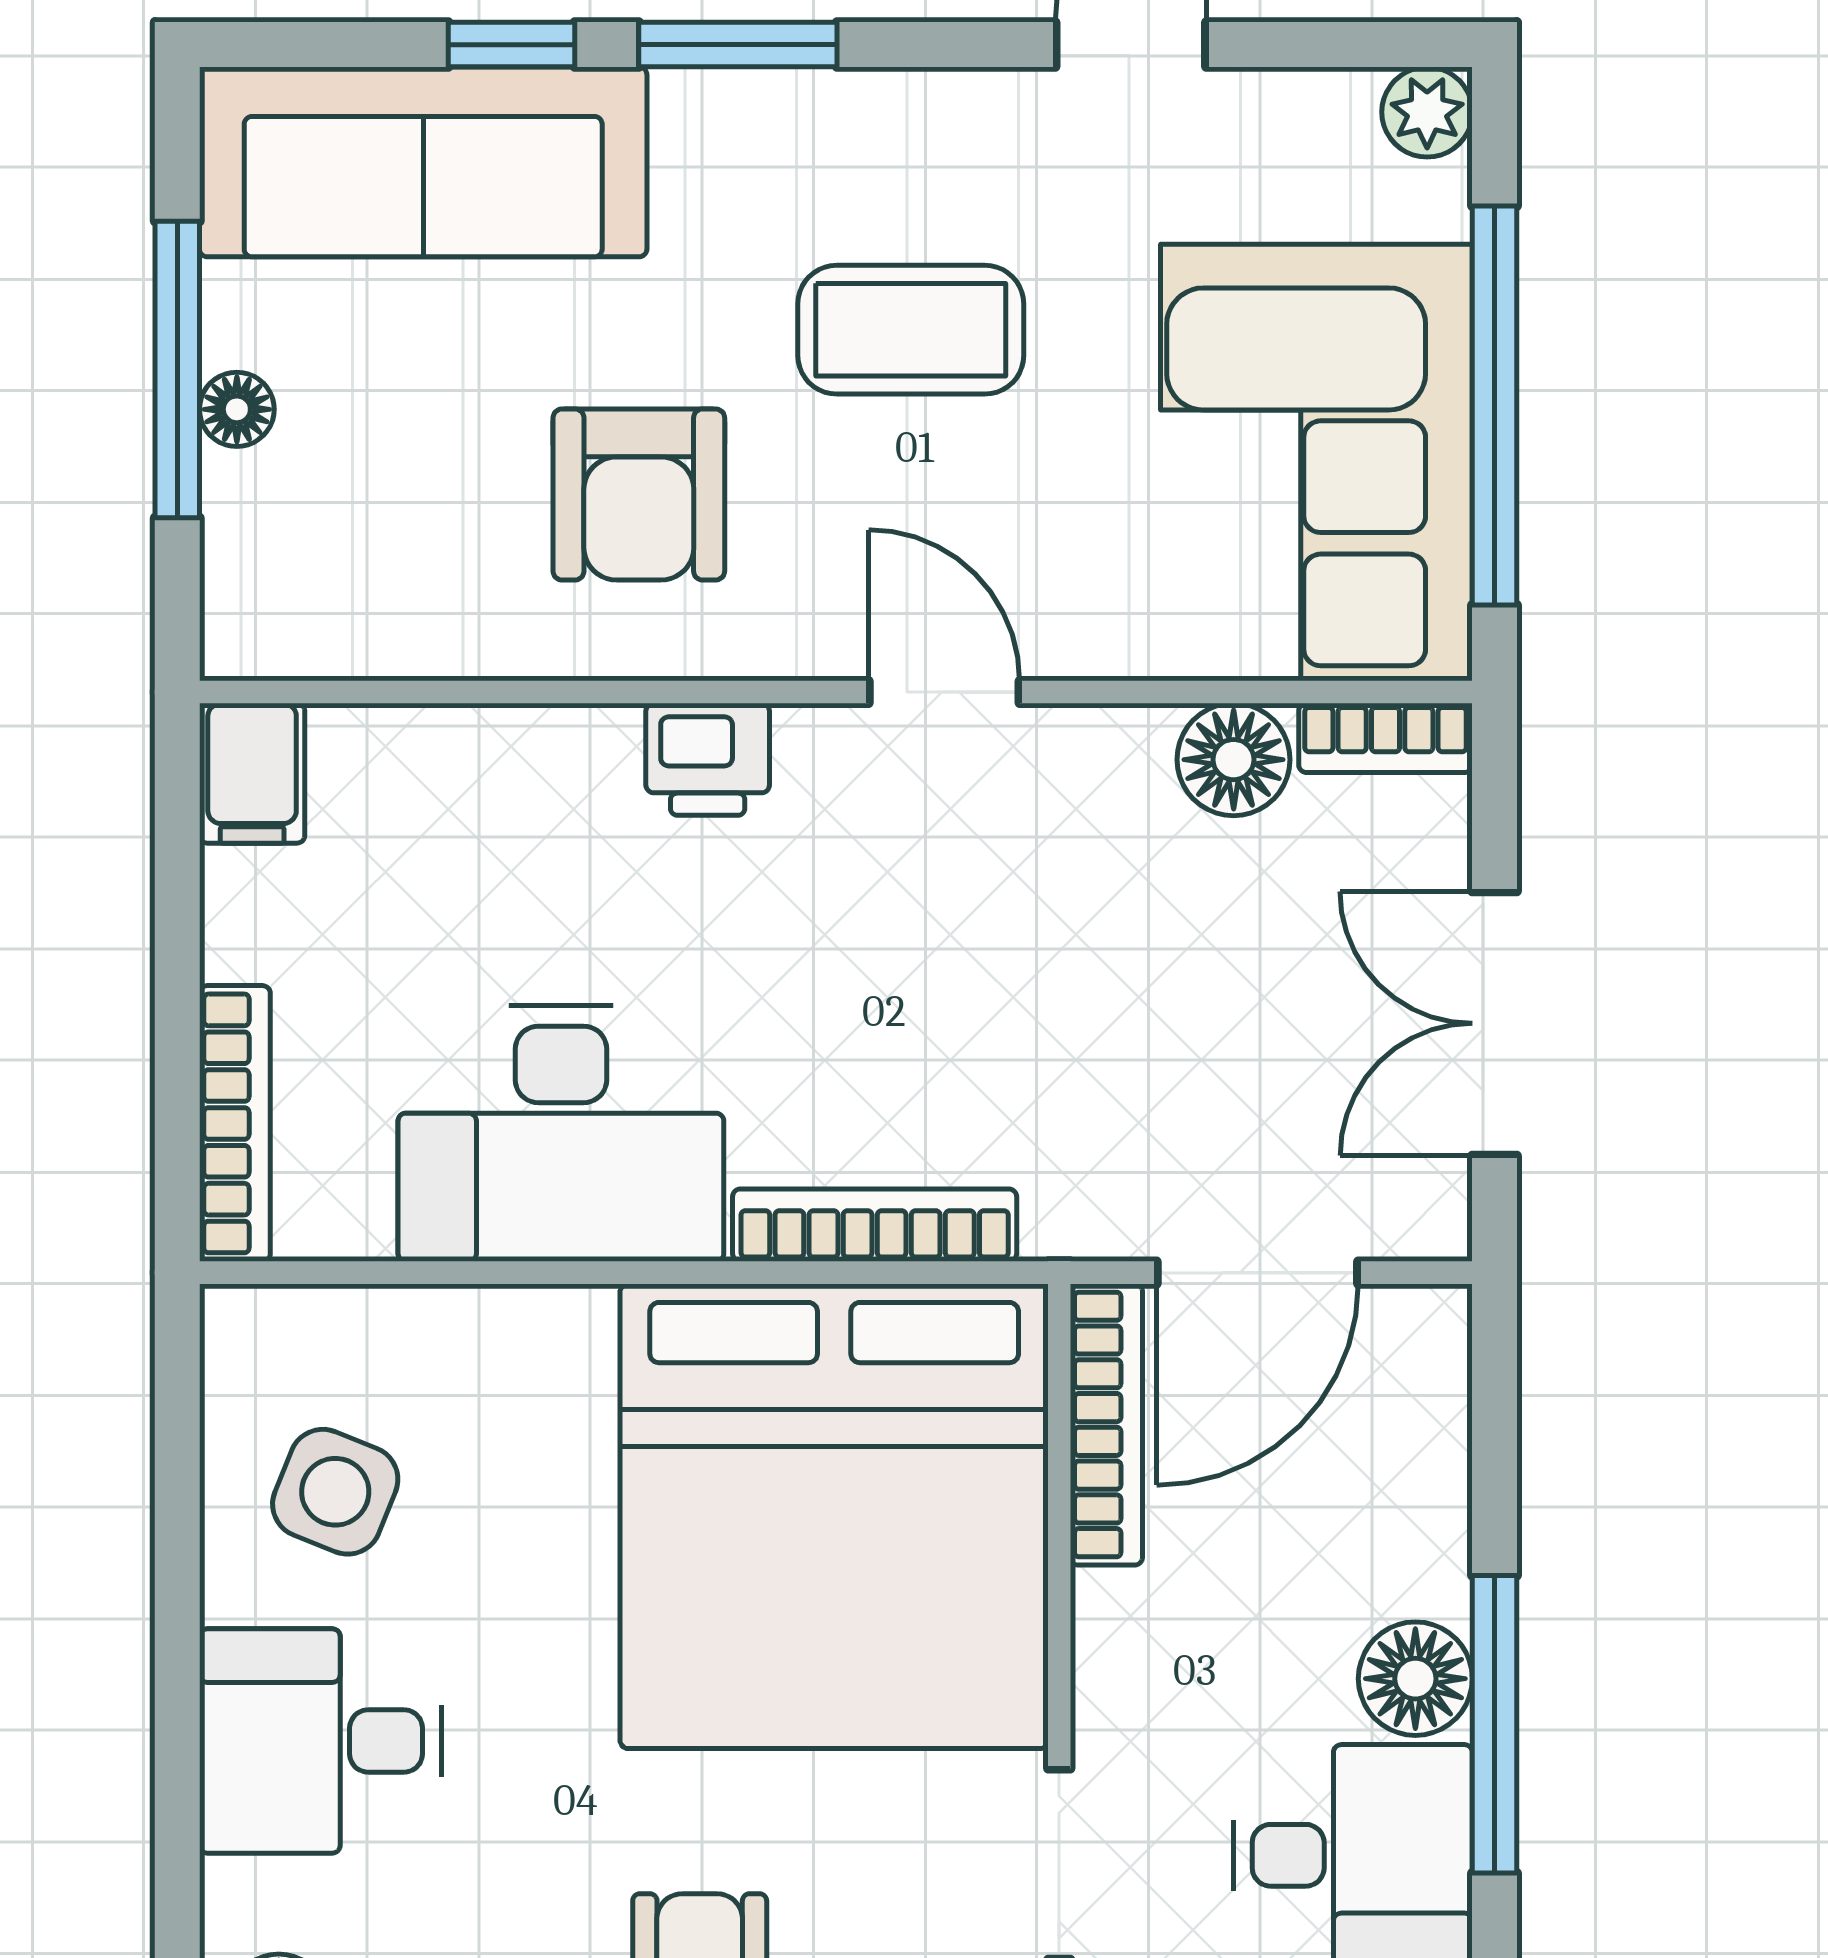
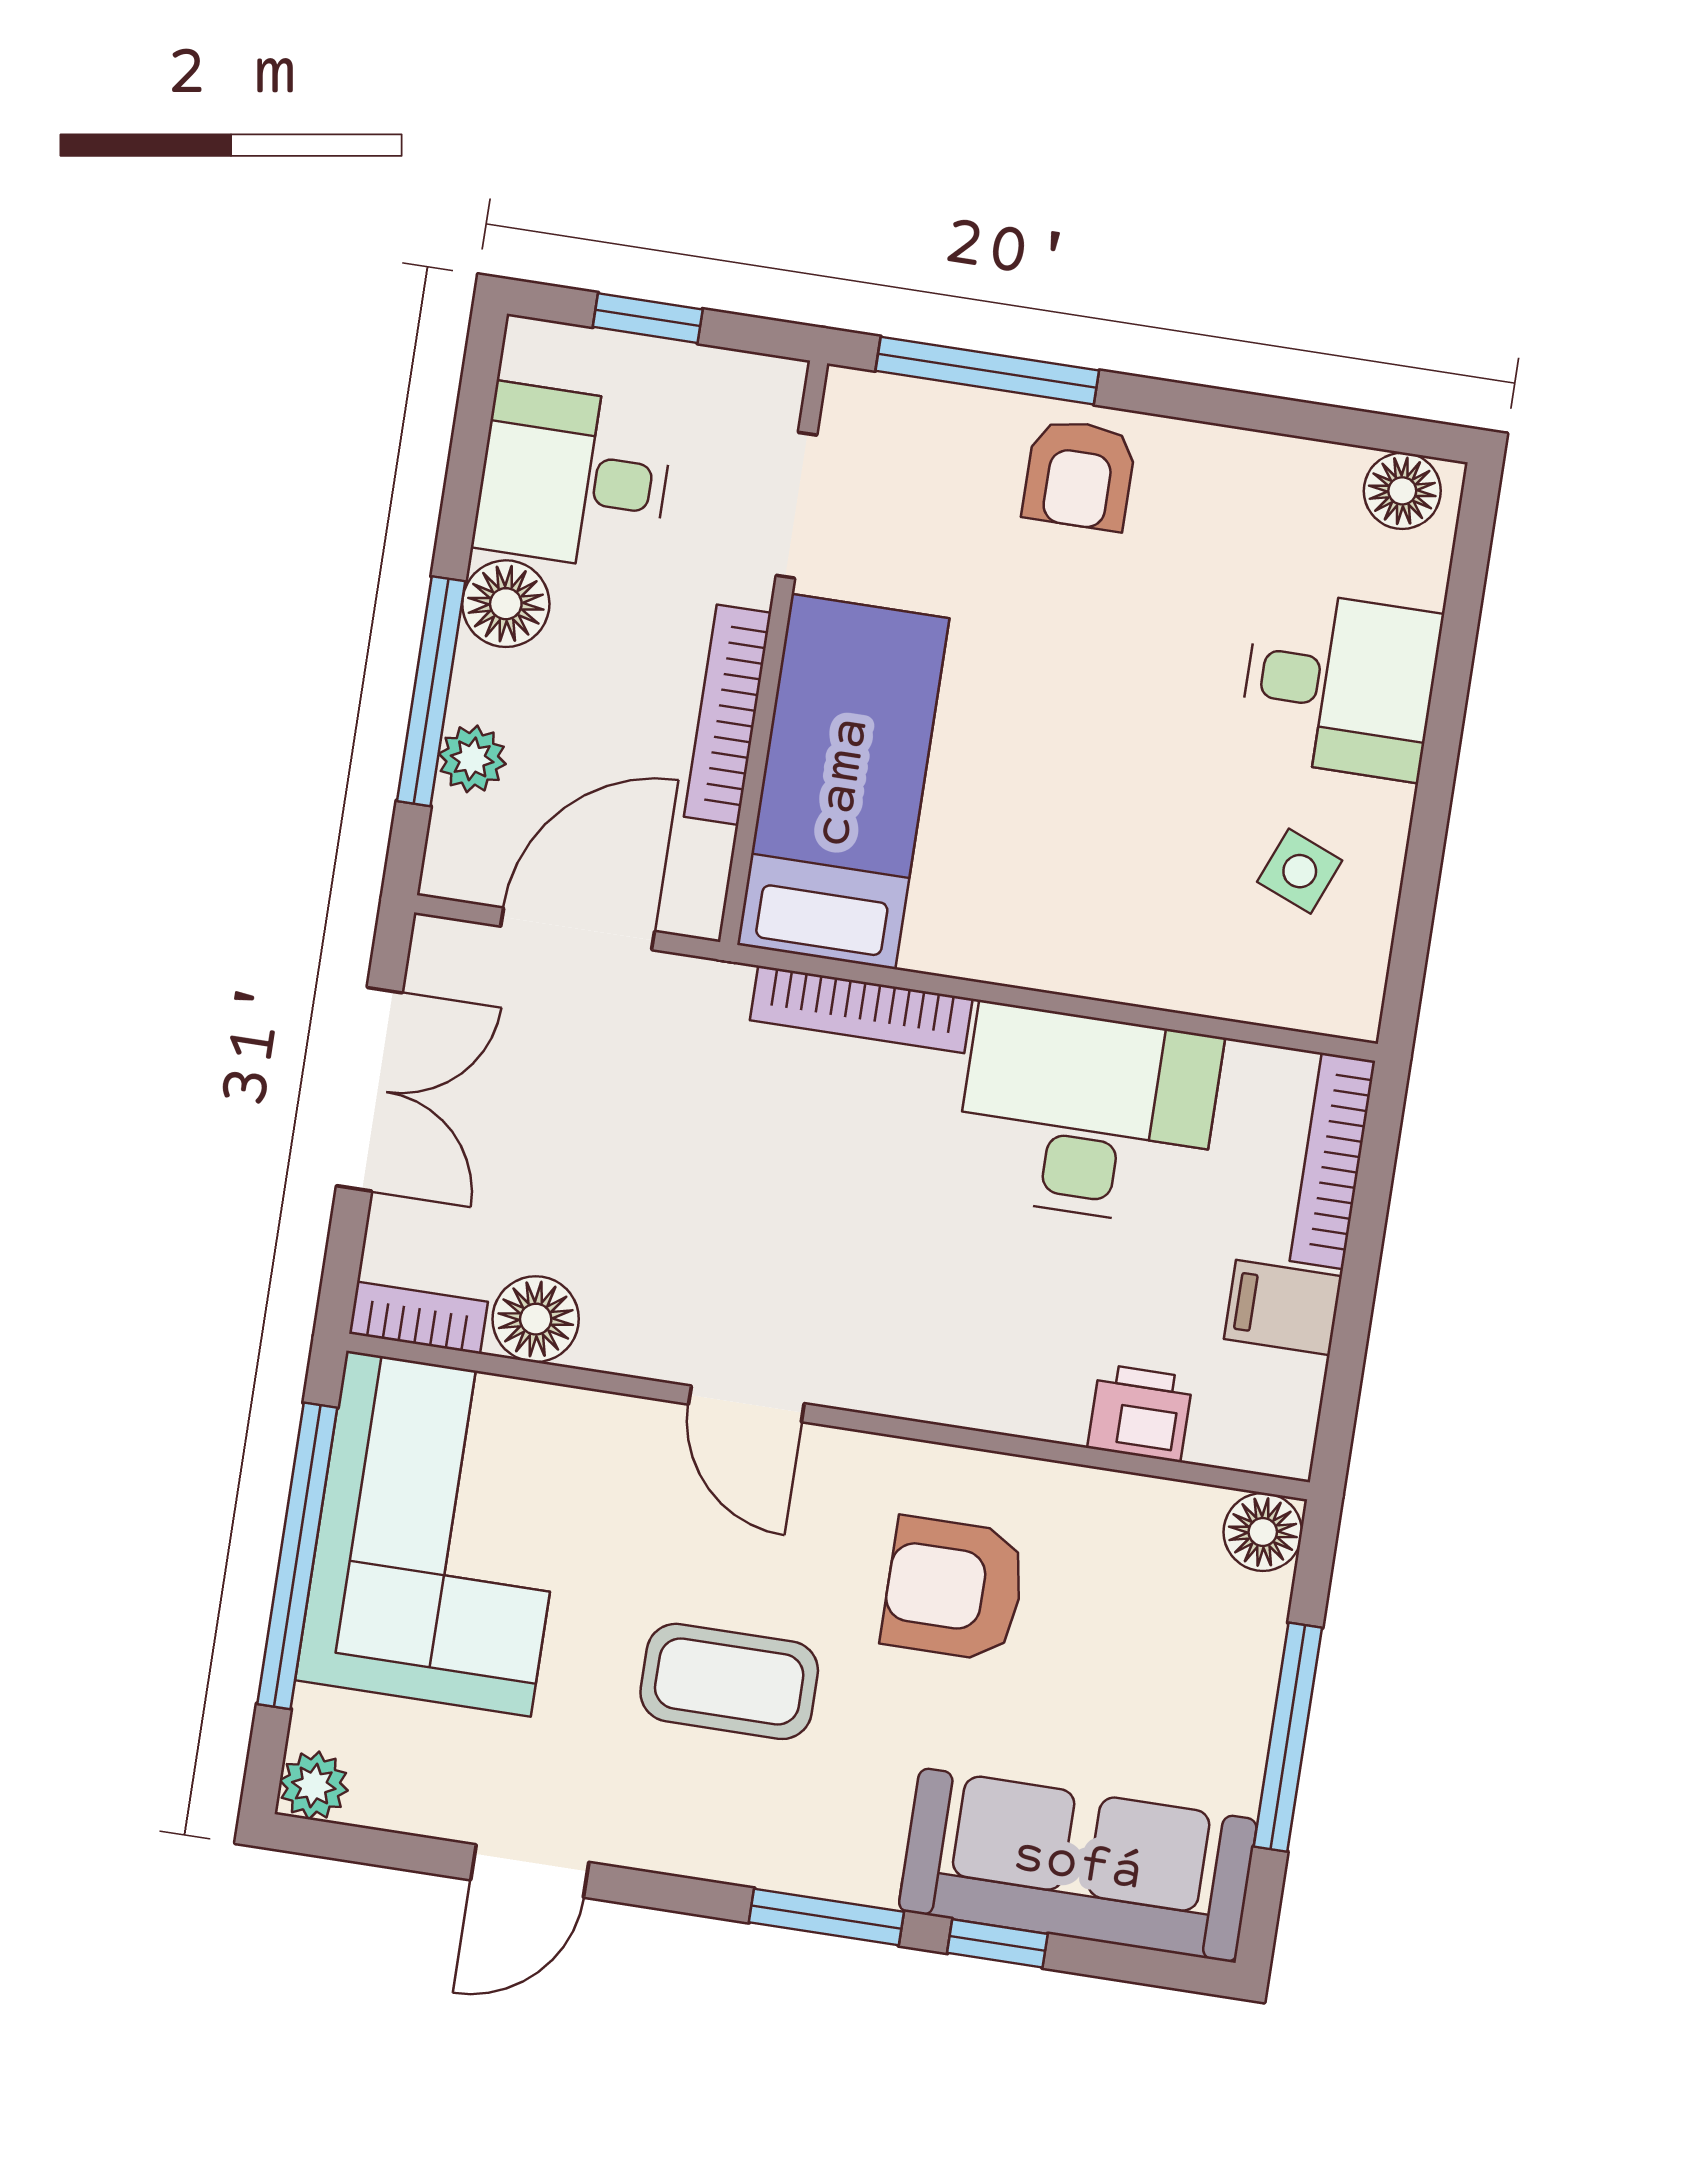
floor lamp: (237, 409) -> (1263, 1532), moved, width x1.37, depth x1.37
armchair: (639, 494) -> (954, 1589), turned -90
printer: (708, 759) -> (1140, 1413), moved
filing cabinet: (252, 773) -> (1283, 1308), moved, turned -90
bookcase: (1106, 1424) -> (728, 715), moved
plant: (1428, 1471) -> (472, 759), added
side table: (335, 1492) -> (1300, 871), width x0.73, depth x0.73
bed: (834, 1516) -> (843, 782), width x0.49
window: (1495, 1724) -> (431, 691), moved

